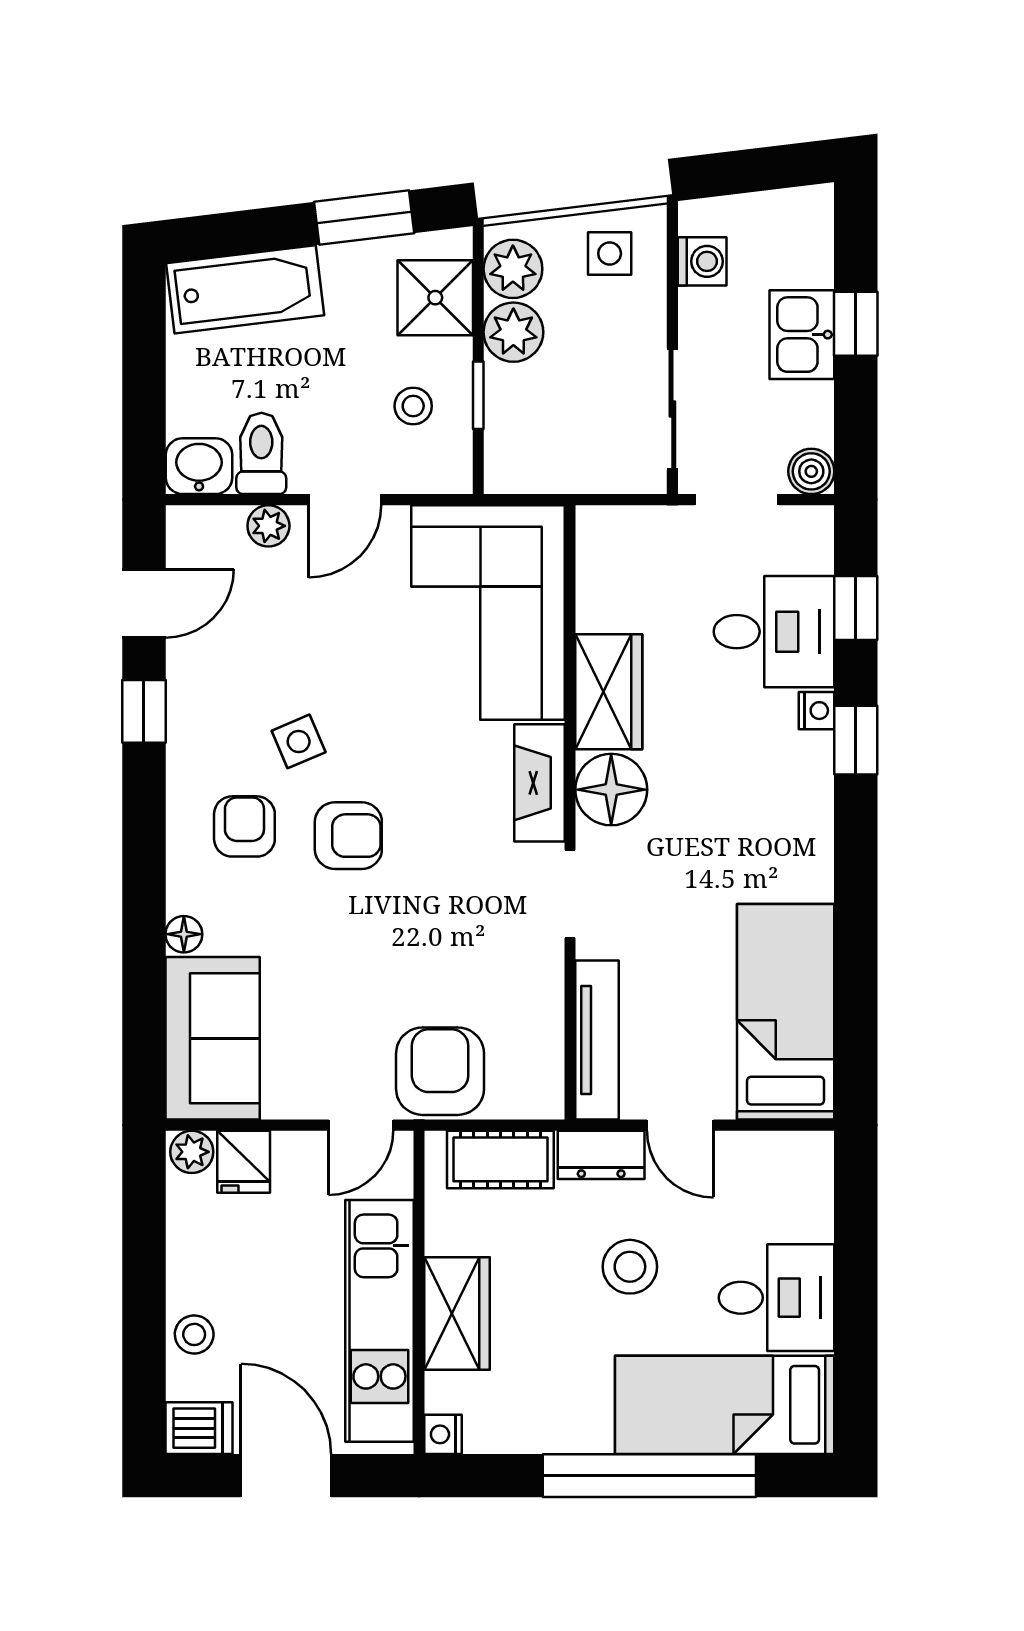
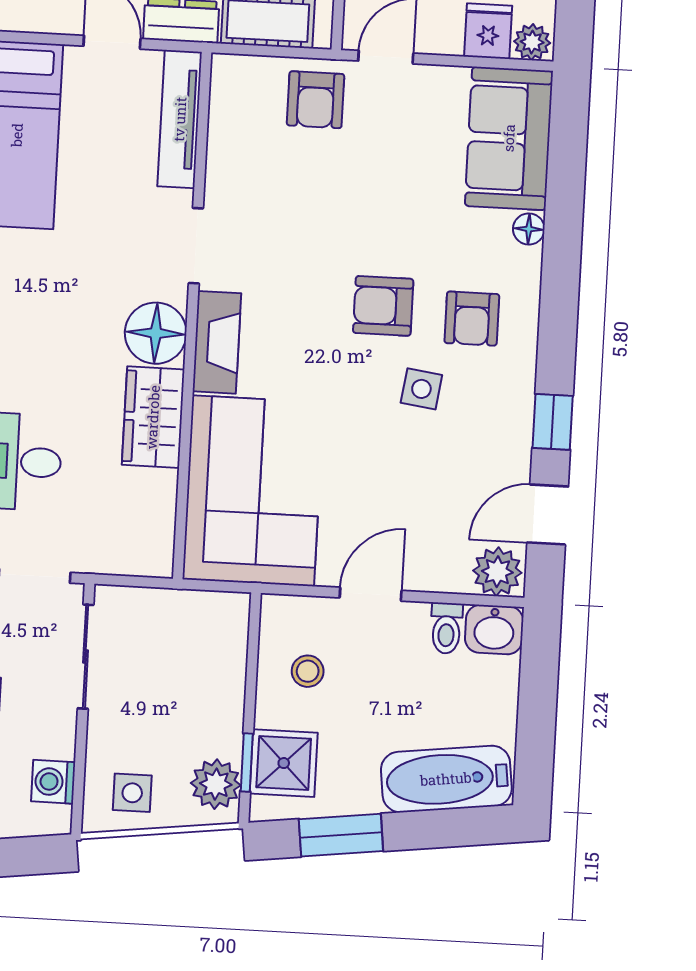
plant: (513, 332) -> (218, 730), removed
window: (478, 395) -> (247, 763), moved
toilet: (261, 453) -> (446, 628), width x0.73, depth x0.72
plant: (268, 526) -> (497, 572), moved, width x1.38, depth x1.38
side table: (299, 741) -> (421, 389), turned 31
armchair: (440, 1071) -> (316, 100), width x0.72, depth x0.72

